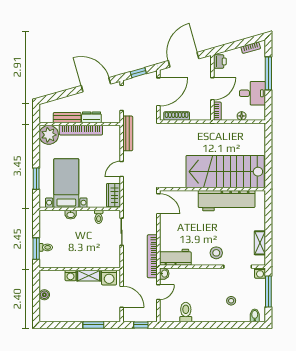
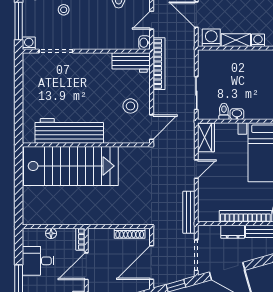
door: (158, 204) -> (152, 127), swing flipped
washbasin: (71, 215) -> (237, 114), moved
shelving: (260, 243) -> (29, 80), removed
stool: (216, 253) -> (130, 106), moved

